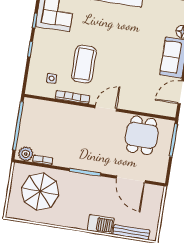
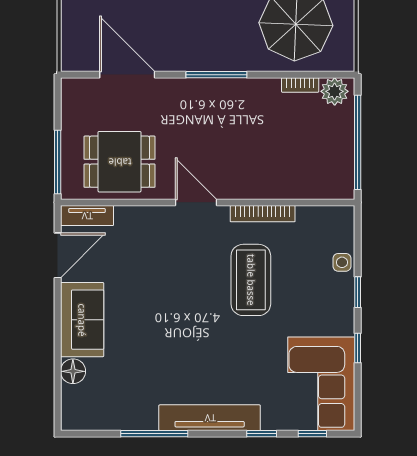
side table: (52, 78) -> (342, 262), moved
door: (106, 108) -> (196, 202), swing flipped
tv unit: (163, 110) -> (87, 216), added
dining table: (142, 135) -> (120, 162), turned 90

